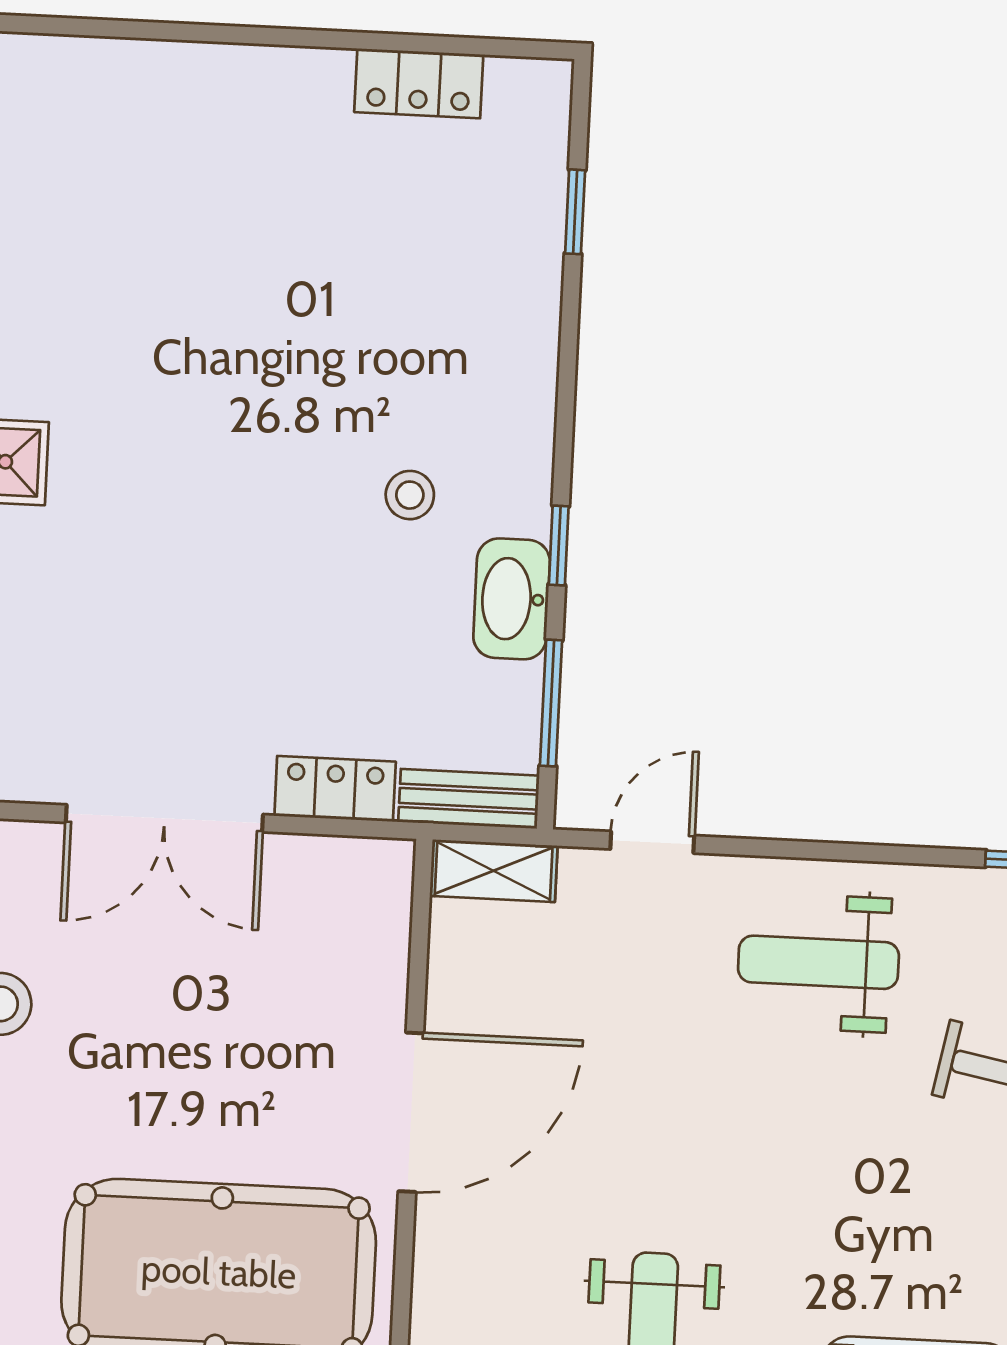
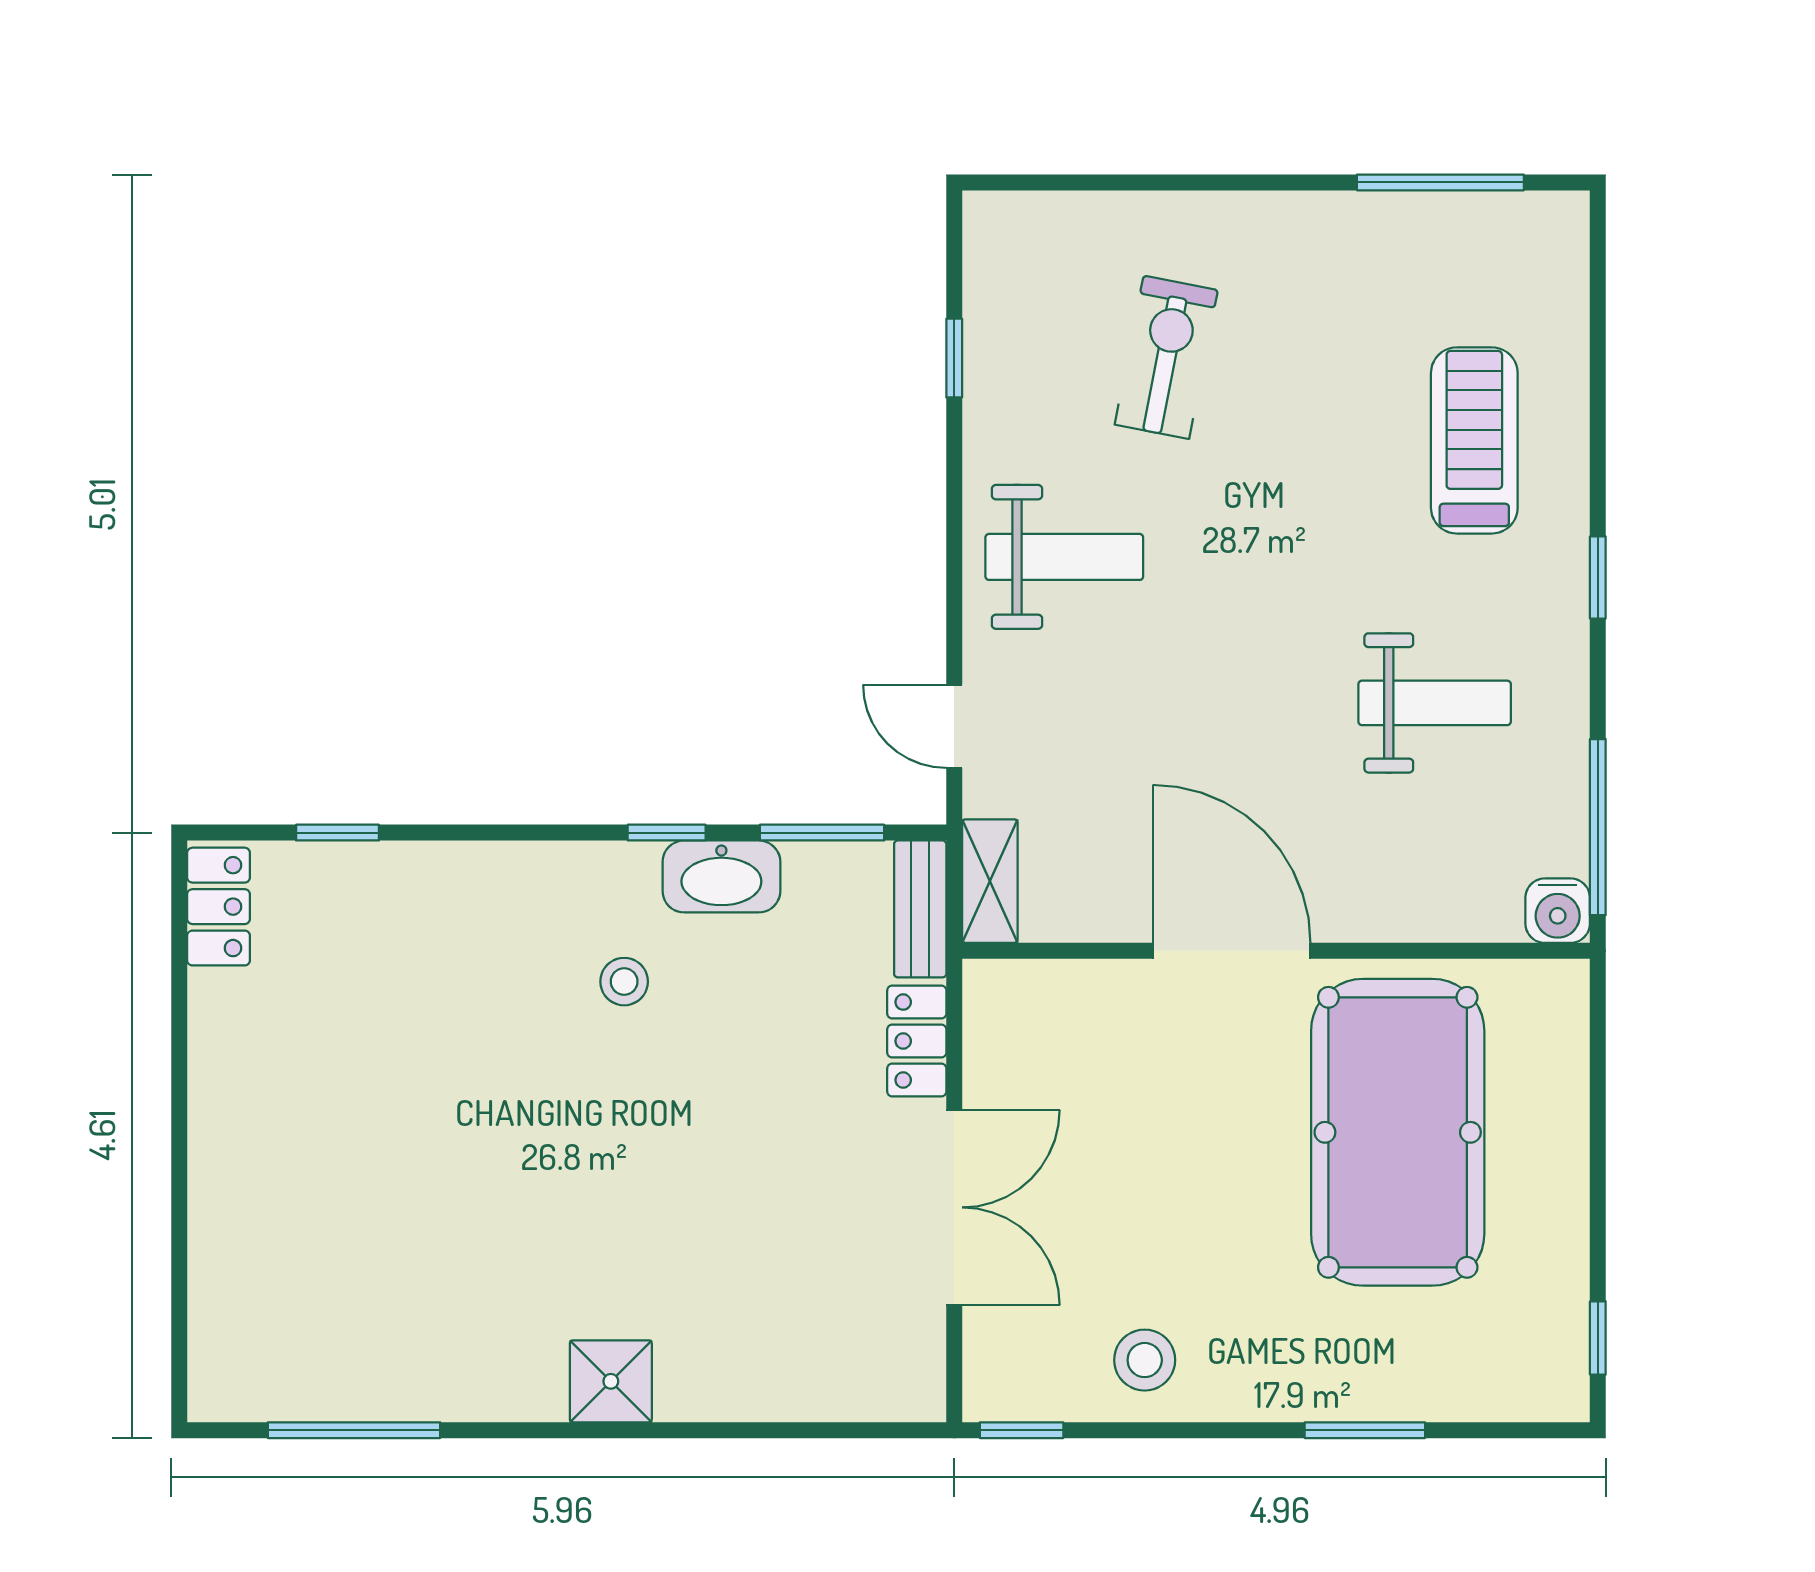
locker: (419, 83) -> (219, 907), moved
weight bench: (818, 962) -> (1064, 557), turned -90

